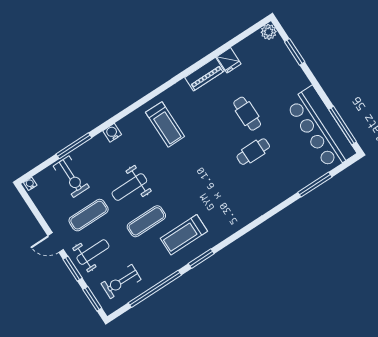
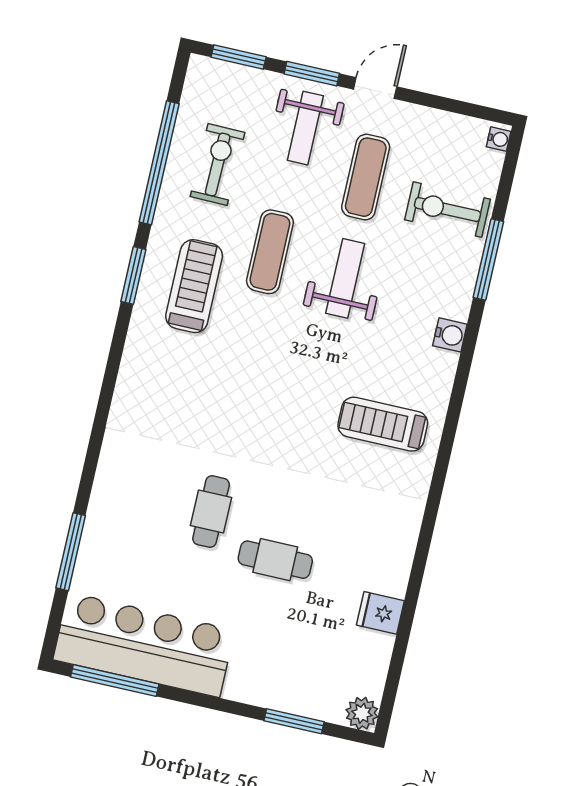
piano: (204, 74) -> (397, 557), removed
exercise bike: (121, 282) -> (218, 165), moved

